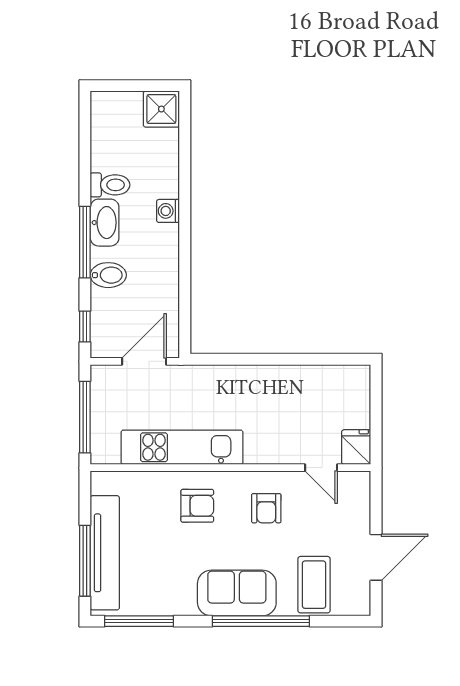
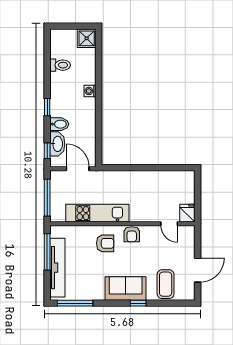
toilet: (110, 185) -> (60, 65), moved
washbasin: (105, 223) -> (57, 144), moved
window: (85, 242) -> (47, 107), width x0.46
door: (144, 361) -> (78, 169), hinge flipped
armchair: (266, 508) -> (132, 234), moved
window: (85, 561) -> (47, 252), moved
window: (261, 621) -> (138, 303), width x0.32

